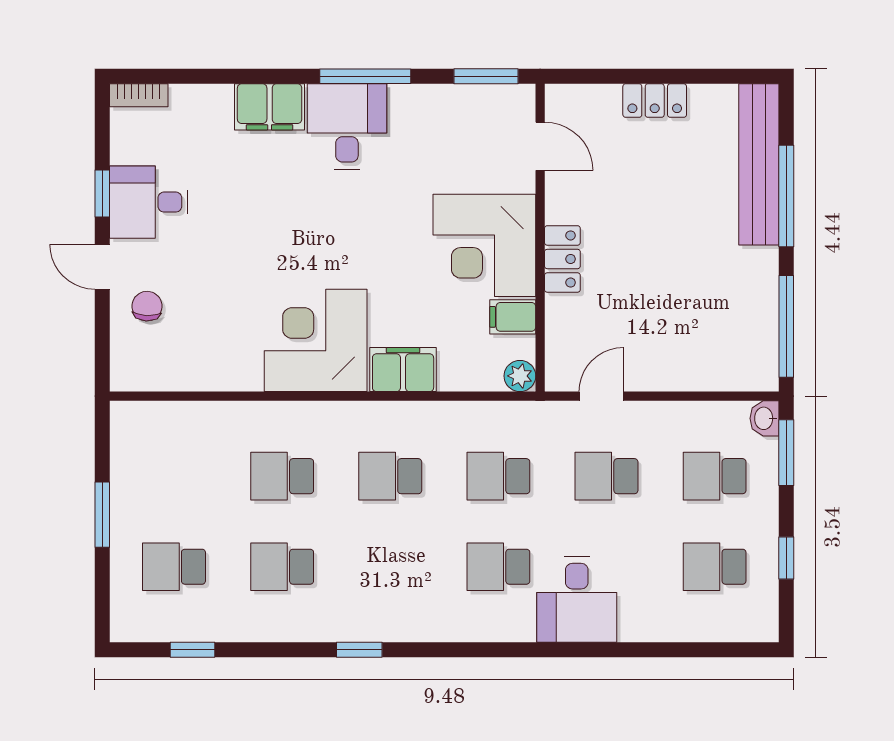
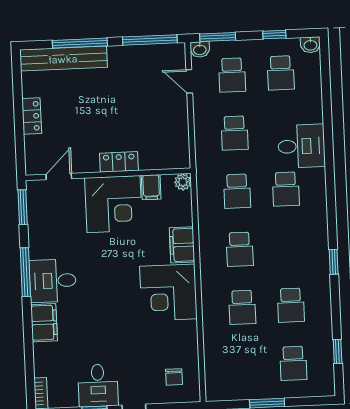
chair: (147, 306) -> (174, 377), moved, turned -93
door: (601, 396) -> (189, 81), moved
washbasin: (764, 624) -> (310, 45), added

